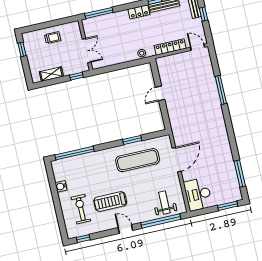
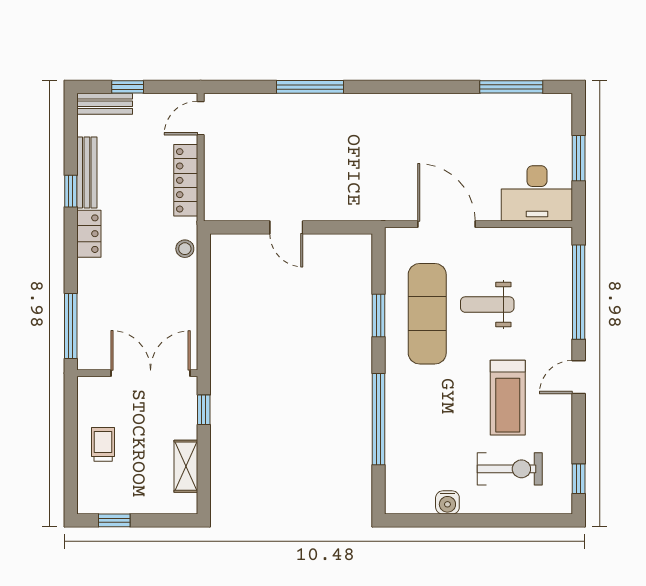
double door: (87, 51) -> (151, 373), width x1.37
window: (75, 153) -> (379, 419), moved
weight bench: (164, 203) -> (487, 305), moved
window: (228, 206) -> (579, 158), moved
exercise bike: (81, 209) -> (510, 469), turned 180

